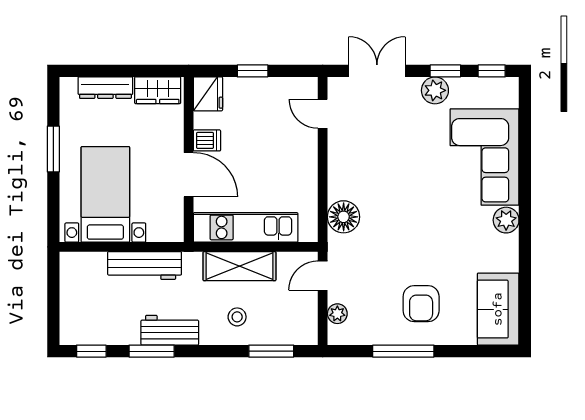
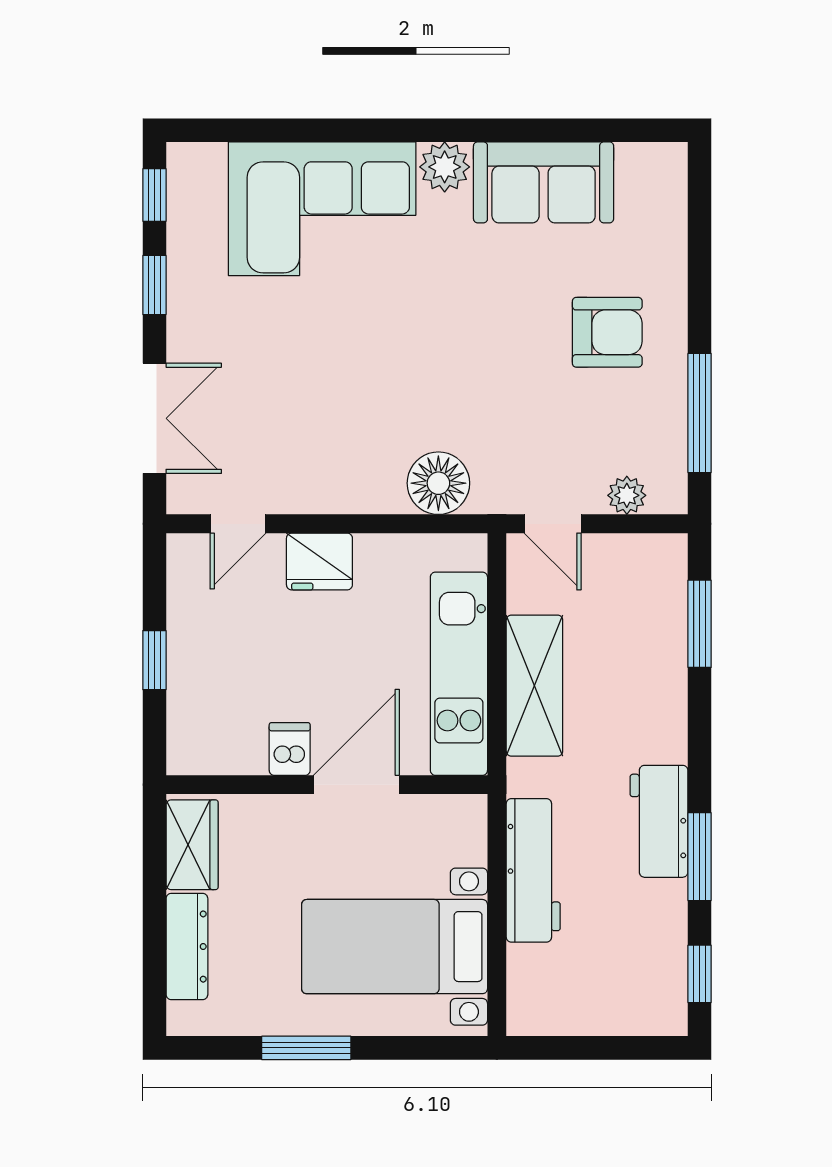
double door: (377, 71) -> (154, 418), swing flipped
plant: (435, 90) -> (192, 305), removed
fridge: (208, 94) -> (319, 561), moved, turned 180
sofa: (498, 309) -> (544, 182), moved
stool: (237, 317) -> (633, 690), removed
window: (403, 351) -> (700, 413), moved

